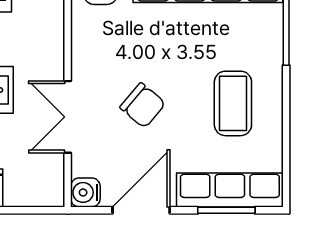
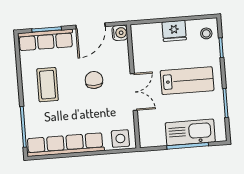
chair: (143, 105) -> (94, 80), turned 50
double door: (68, 117) -> (134, 92), moved

